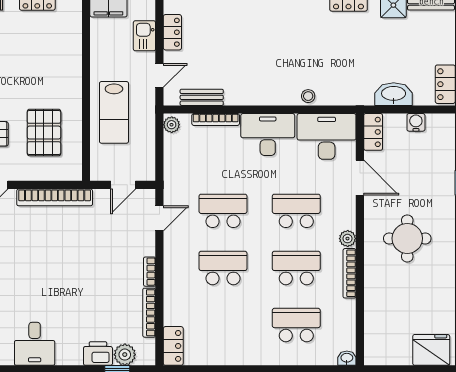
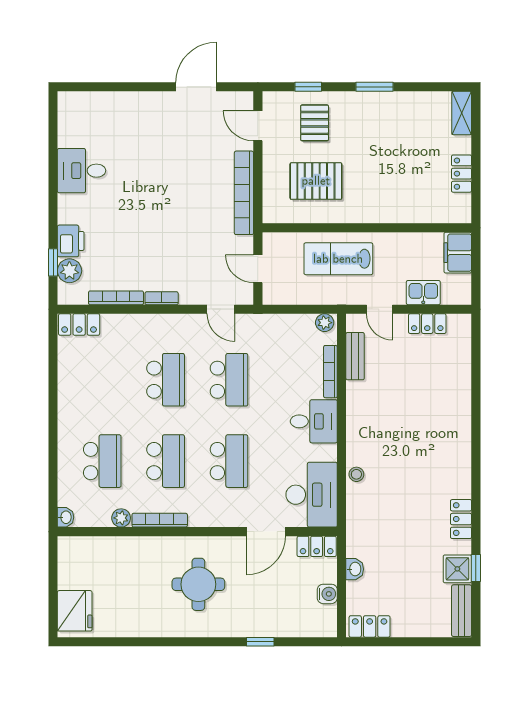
washbasin: (394, 94) -> (355, 569), width x0.52, depth x0.69
desk: (268, 135) -> (314, 421), width x0.73
plant: (348, 239) -> (121, 518), moved

